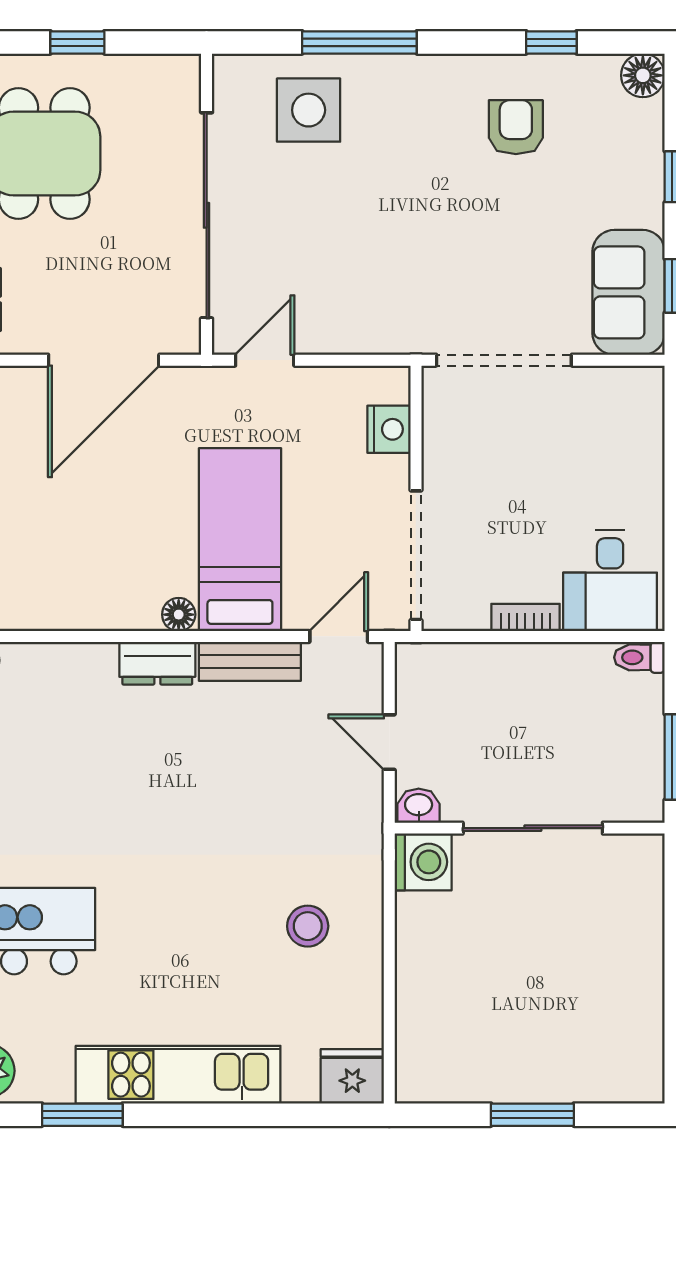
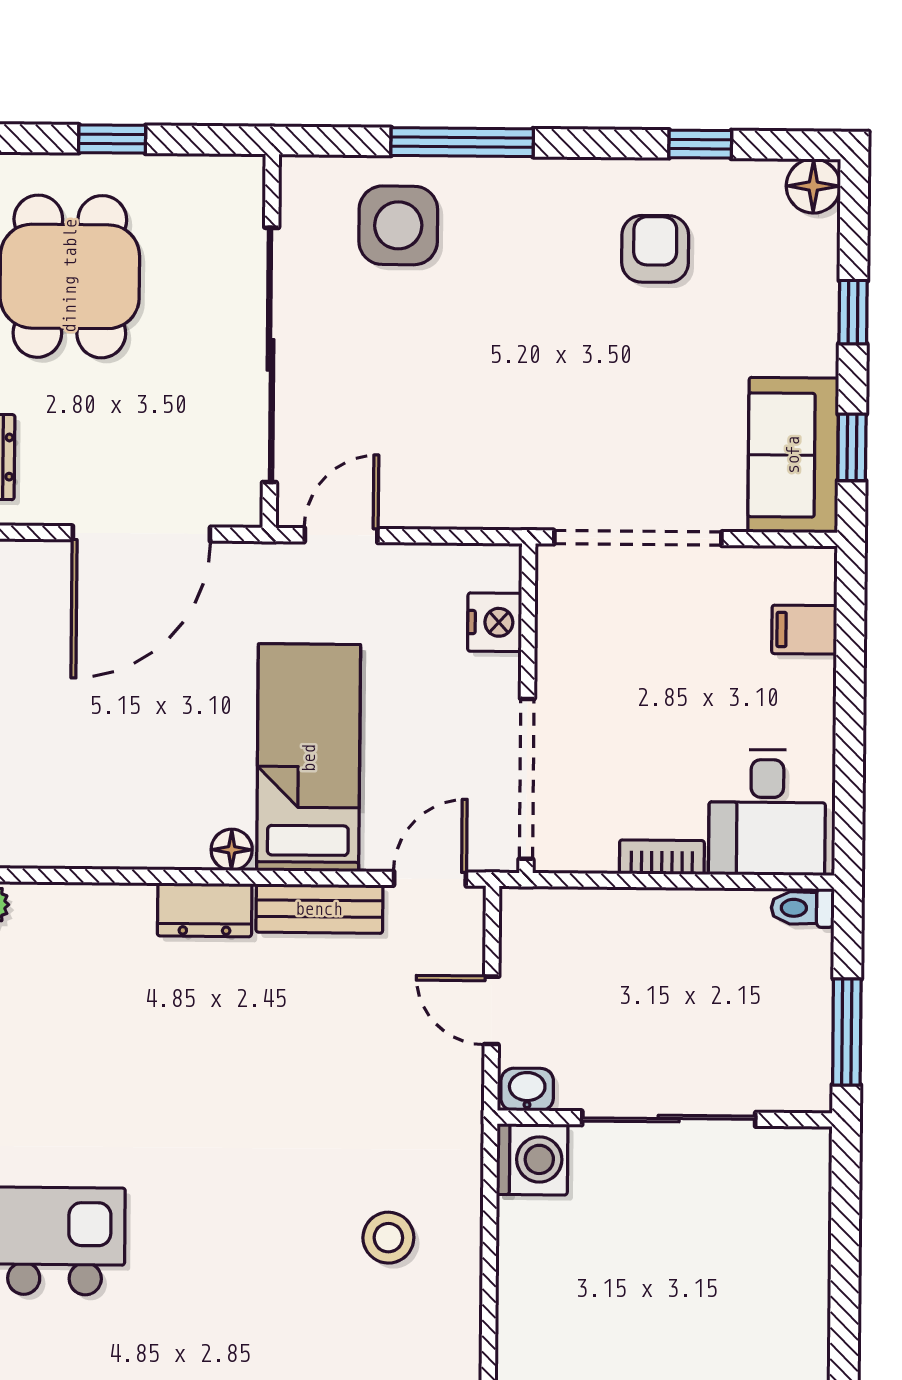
filing cabinet: (639, 433) -> (804, 630), added

